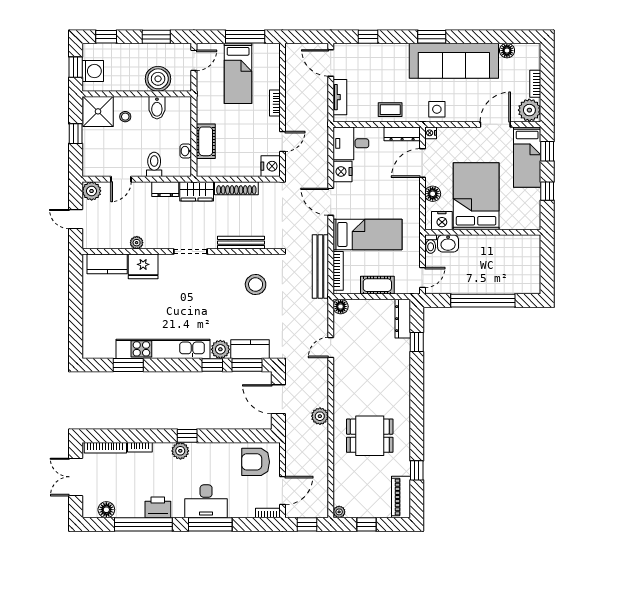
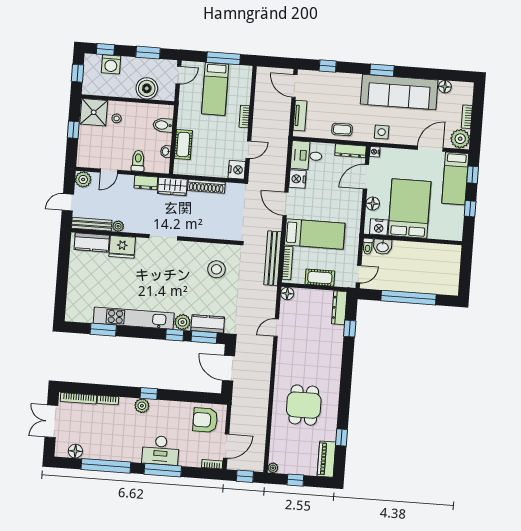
washing machine: (93, 71) -> (111, 64), moved, turned 90
bidet: (157, 108) -> (163, 125), moved, turned 90
door: (76, 219) -> (68, 202), hinge flipped
bench: (241, 243) -> (92, 224), moved
plant: (320, 416) -> (263, 385), removed
dining table: (370, 436) -> (304, 405), turned 90
printer: (158, 507) -> (119, 452), removed

